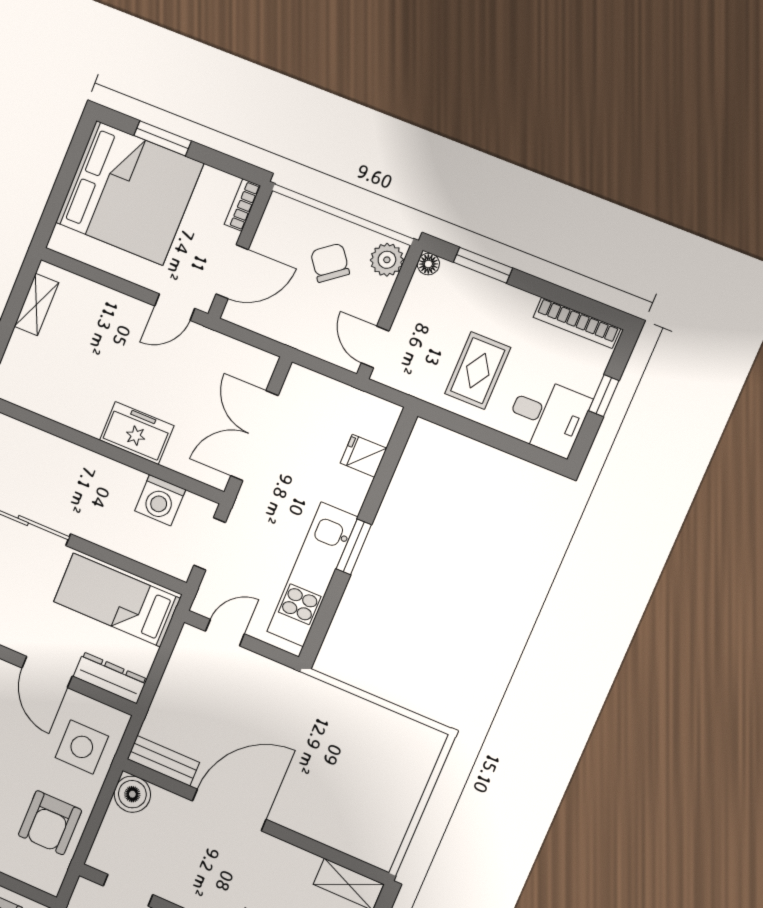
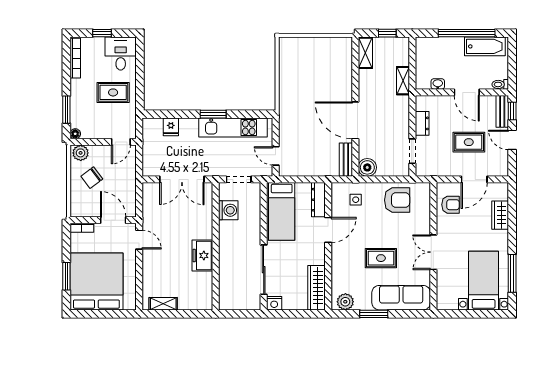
freezer: (137, 433) -> (202, 256), moved
side table: (82, 747) -> (356, 200), width x0.54, depth x0.54

